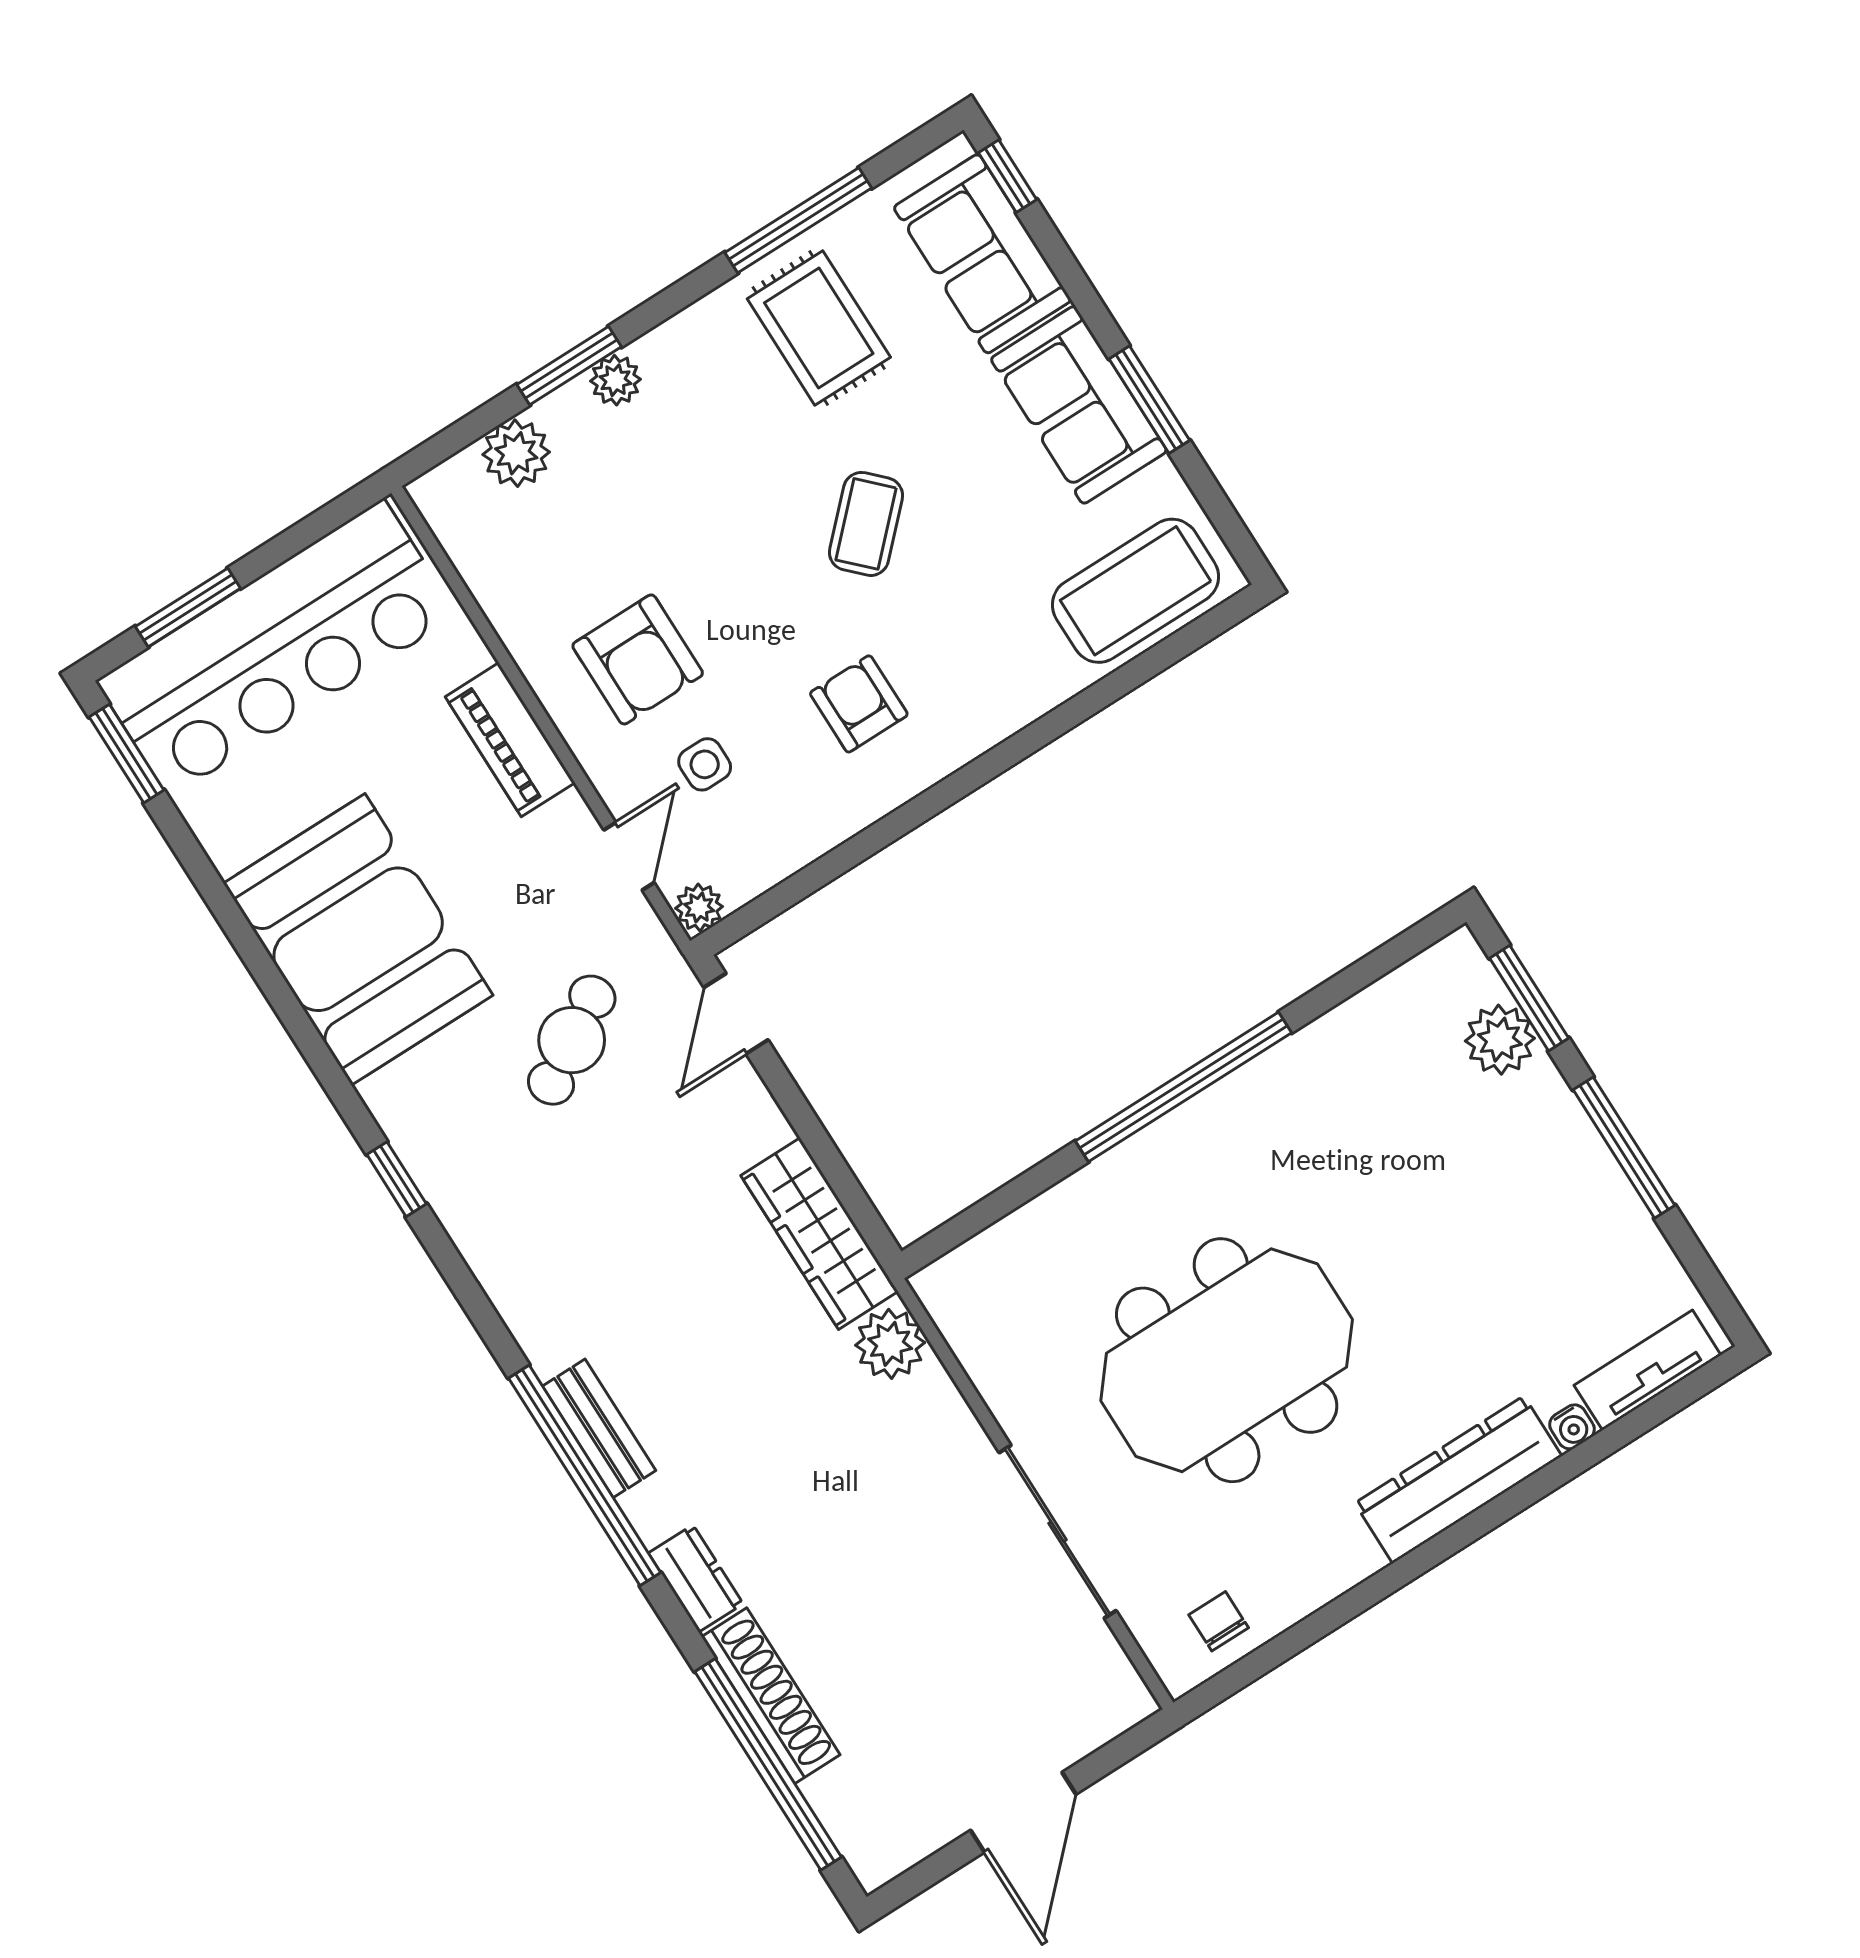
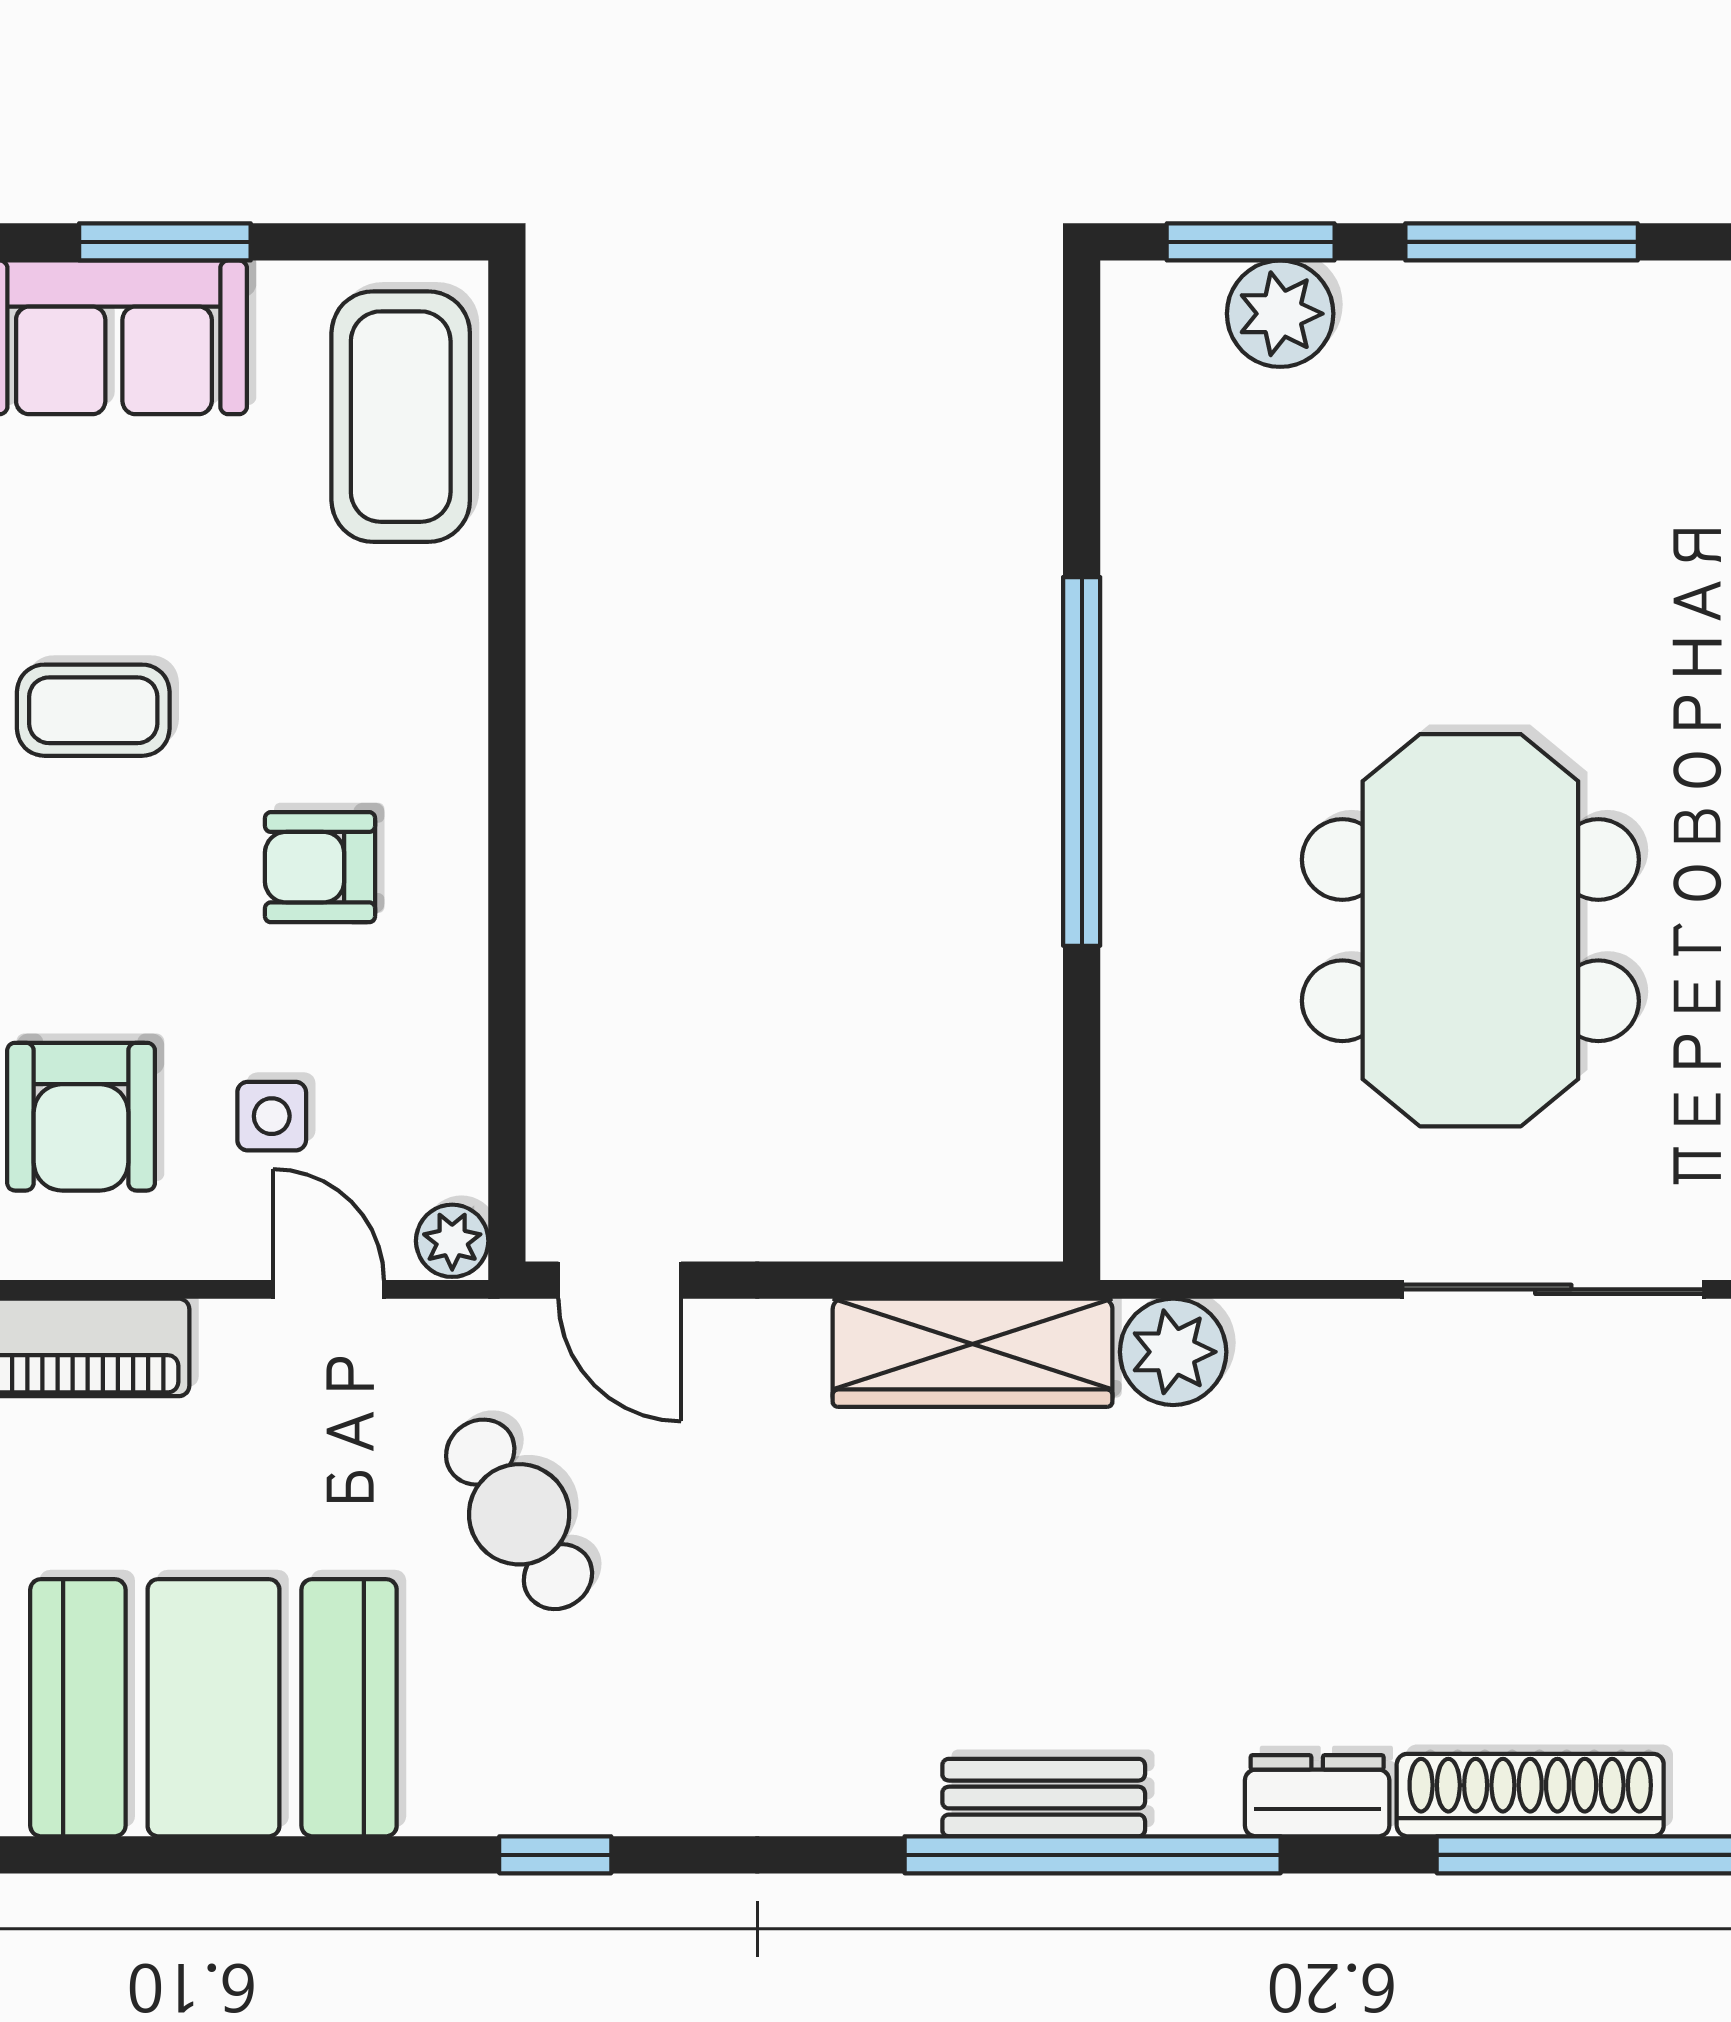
coffee table: (866, 524) -> (93, 710), turned -45
armchair: (638, 659) -> (81, 1117), turned 90

